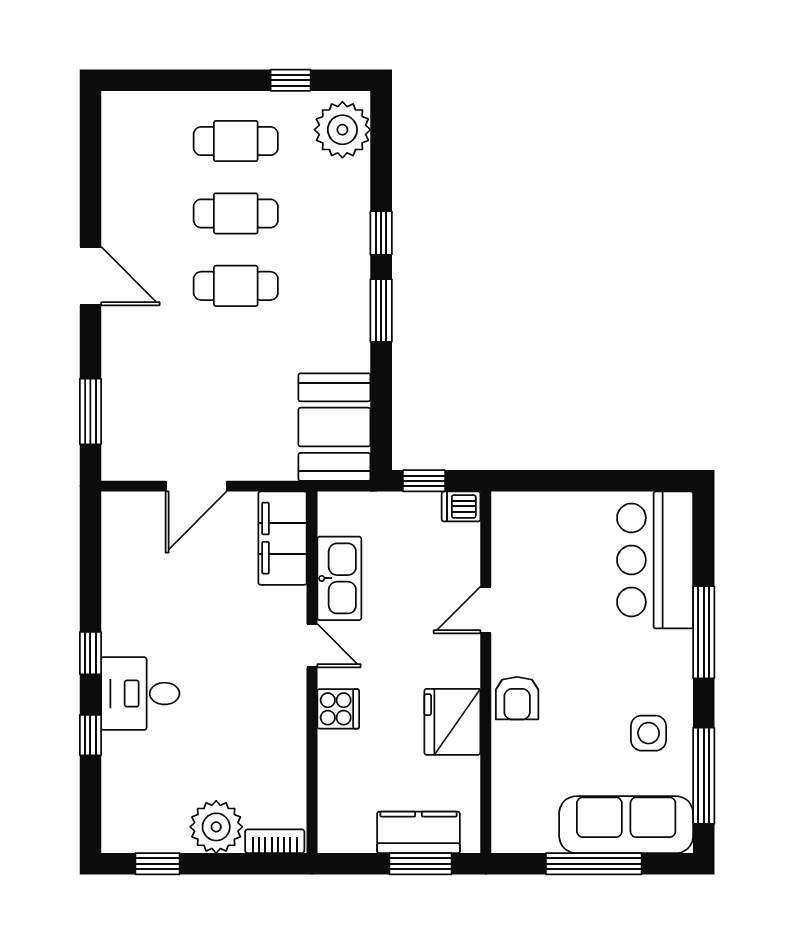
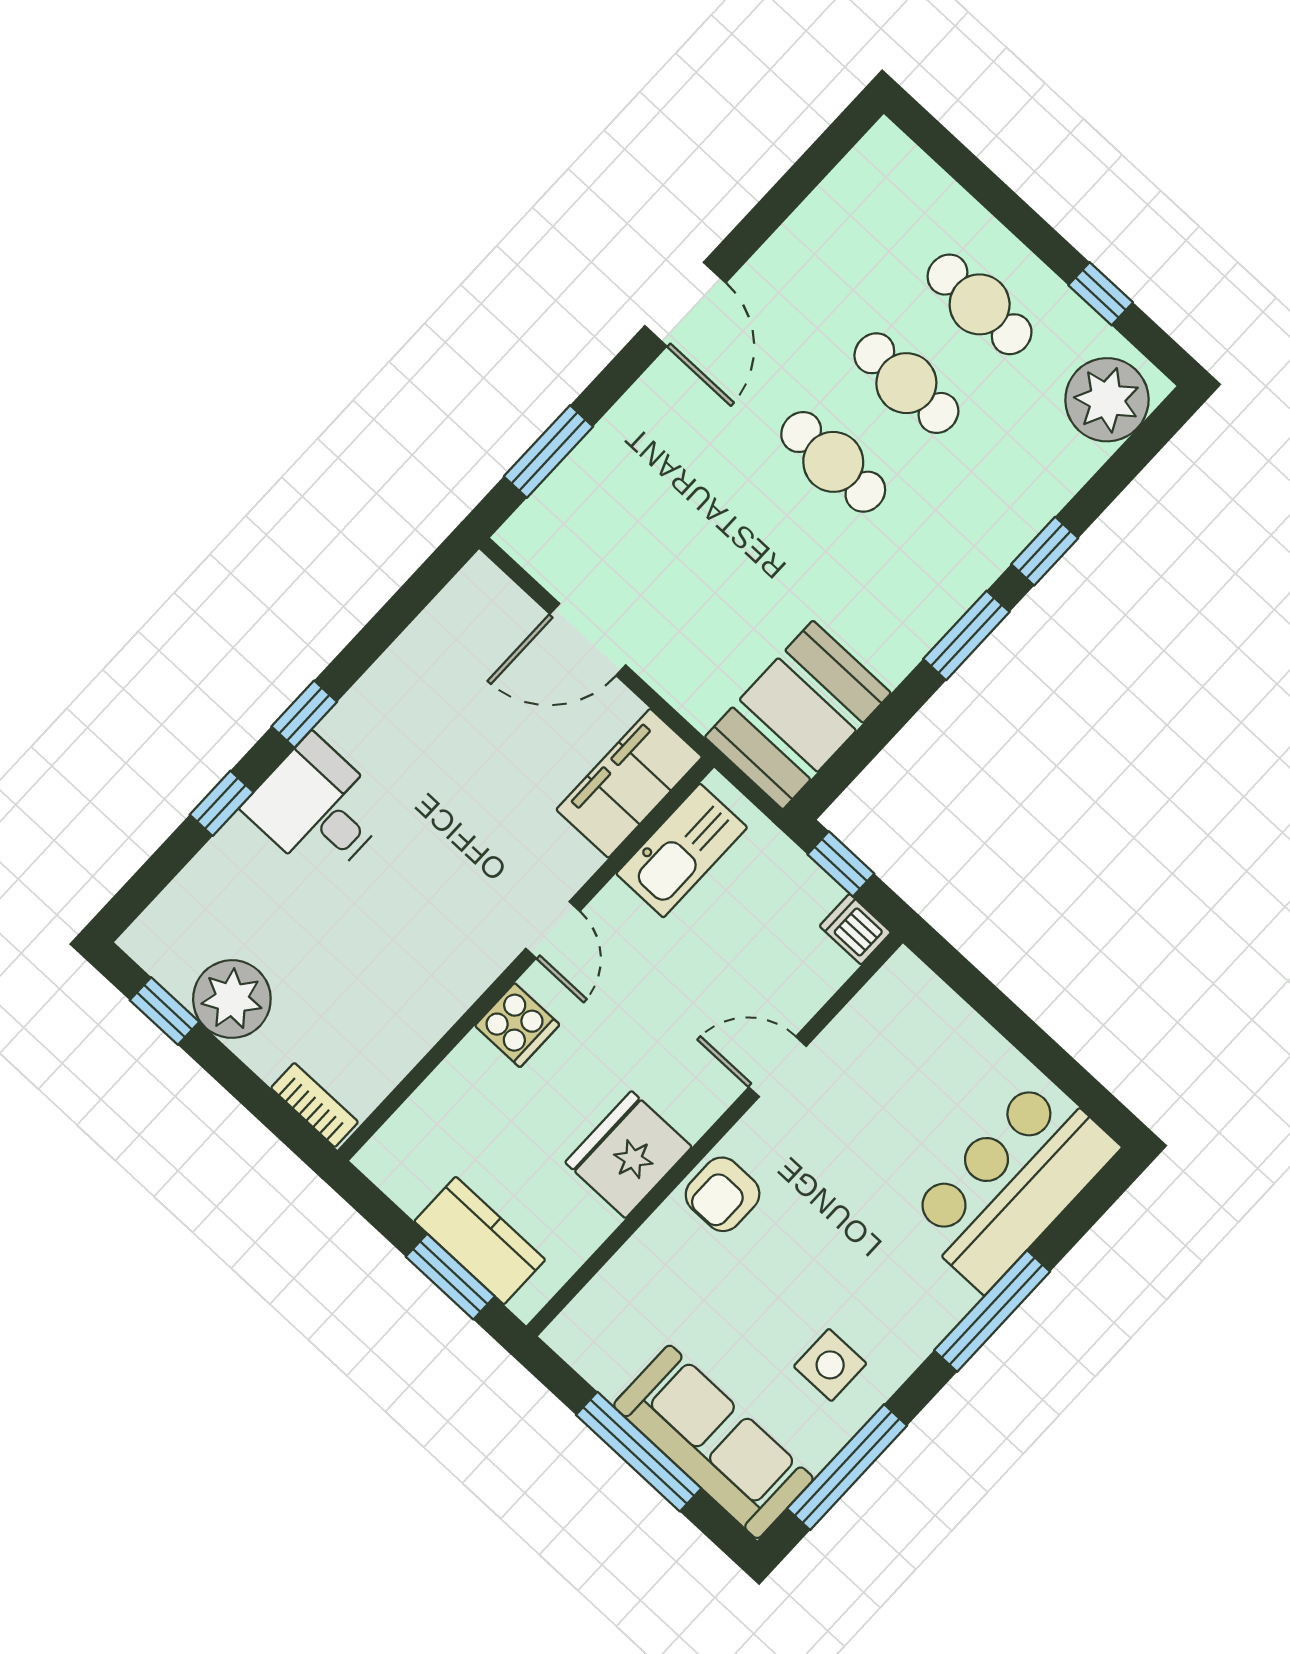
kitchen sink: (339, 578) -> (682, 851), moved
plant: (216, 827) -> (232, 999), moved

